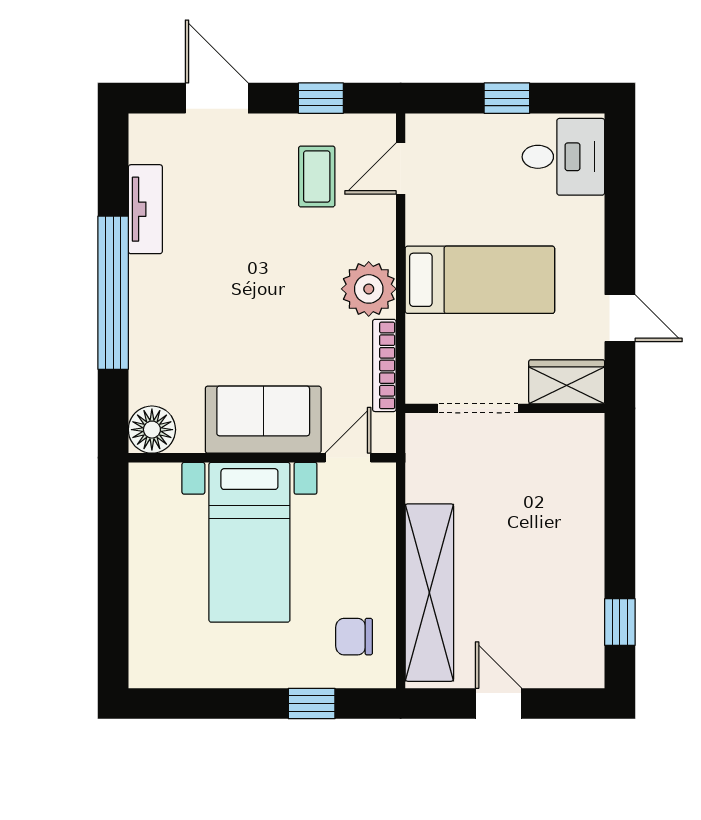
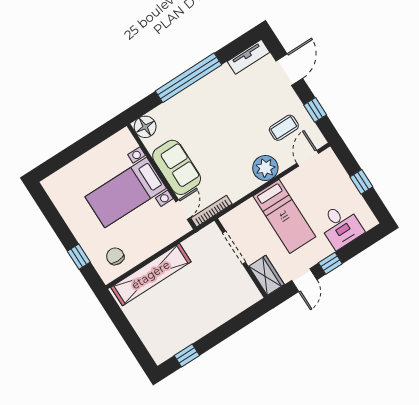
desk: (563, 157) -> (341, 226), moved
door: (401, 169) -> (308, 158), hinge flipped
tv unit: (145, 209) -> (249, 57), moved
window: (620, 251) -> (330, 263), added
plant: (369, 289) -> (265, 168), moved
bookcase: (384, 365) -> (211, 211), moved
door: (348, 458) -> (183, 210), hinge flipped
door: (499, 703) -> (125, 329), removed

